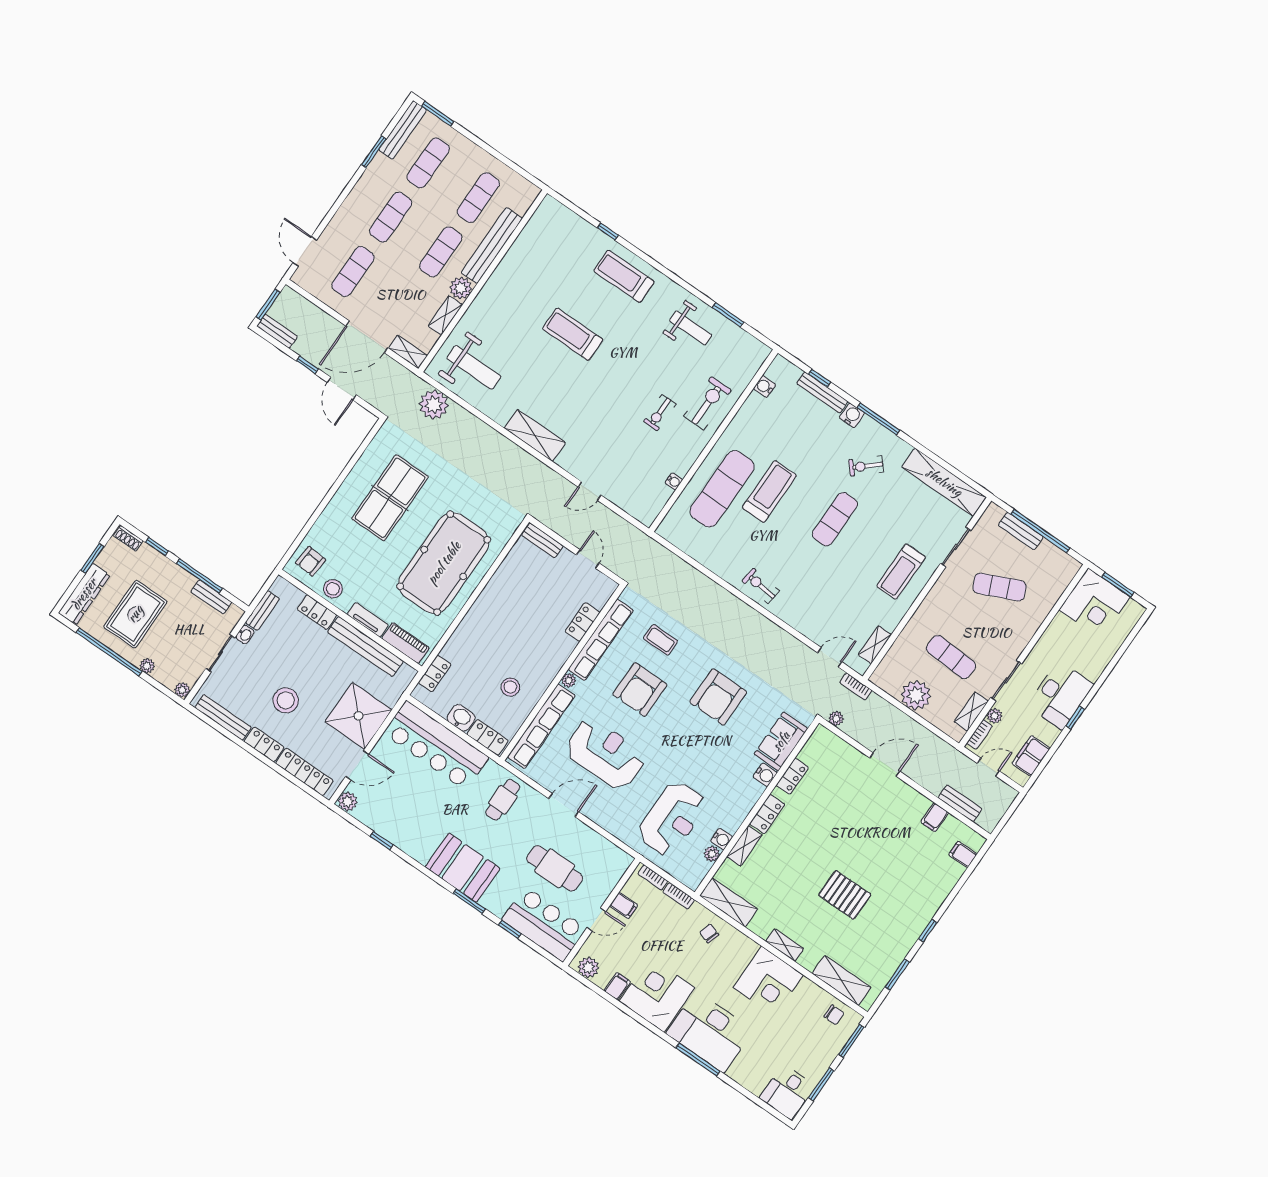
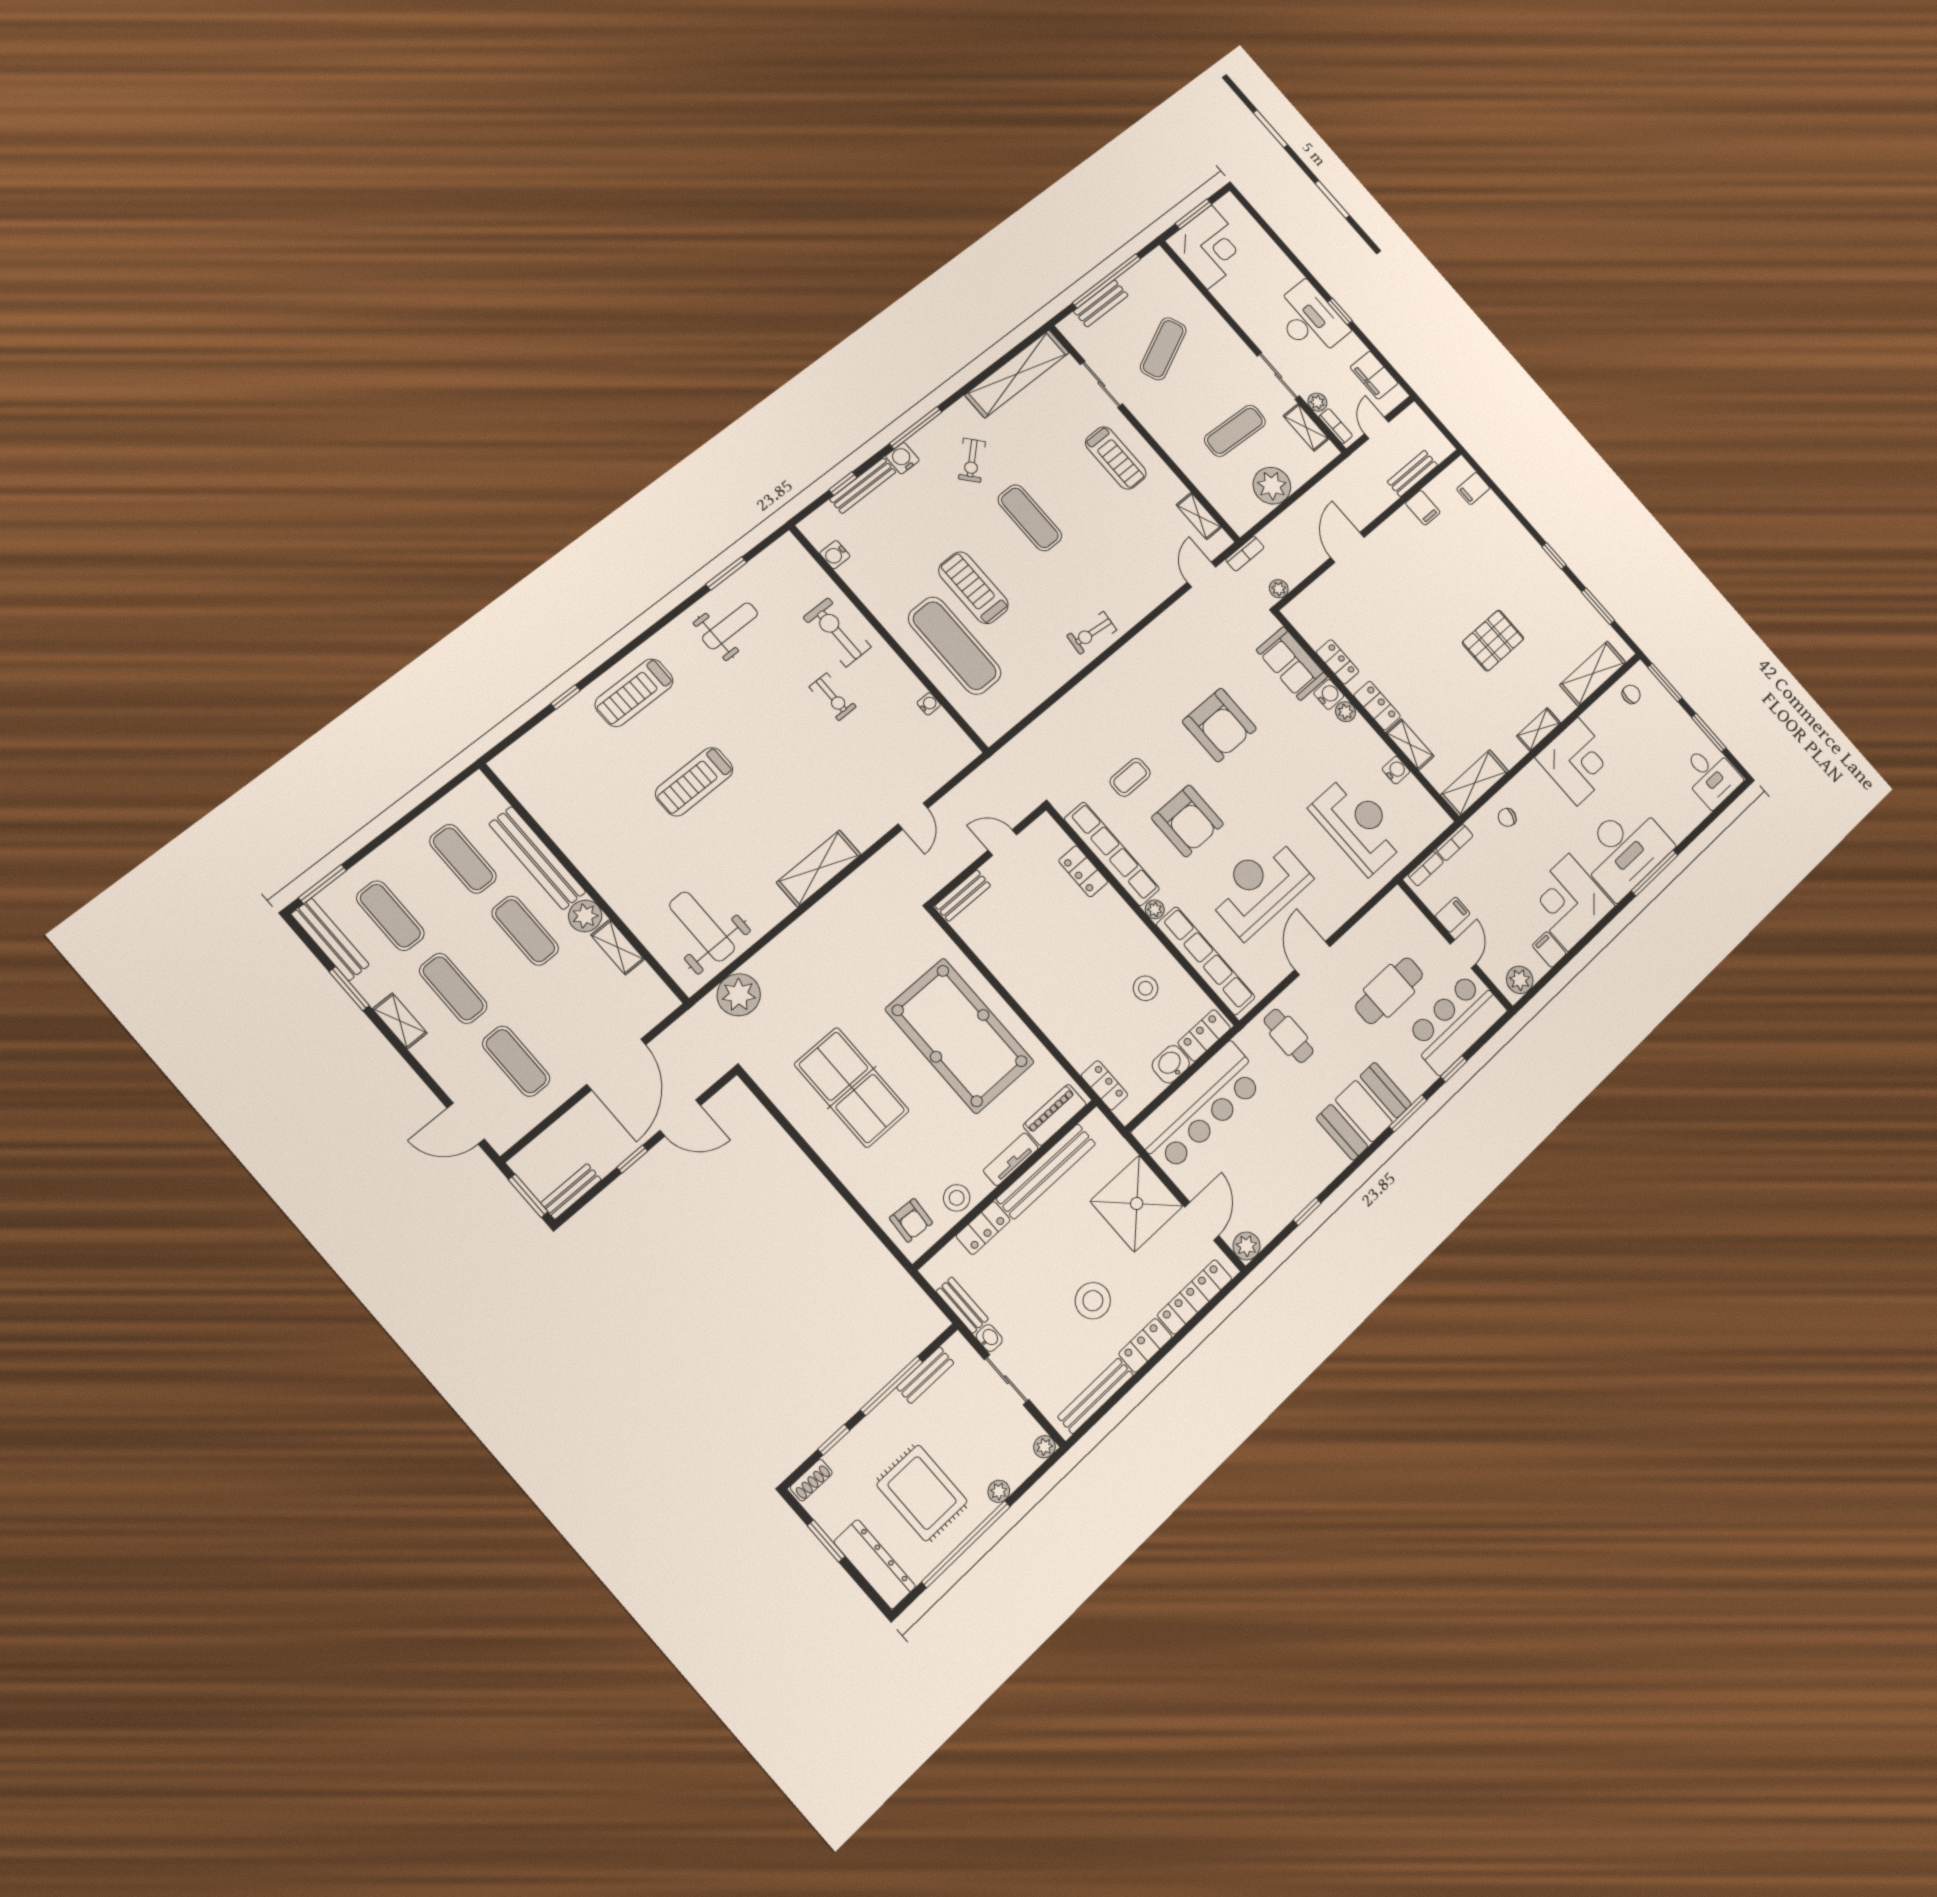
shelving: (408, 352) -> (400, 1021), moved, turned 90
weight bench: (474, 367) -> (702, 927), turned -90
plant: (712, 854) -> (1346, 712), moved

